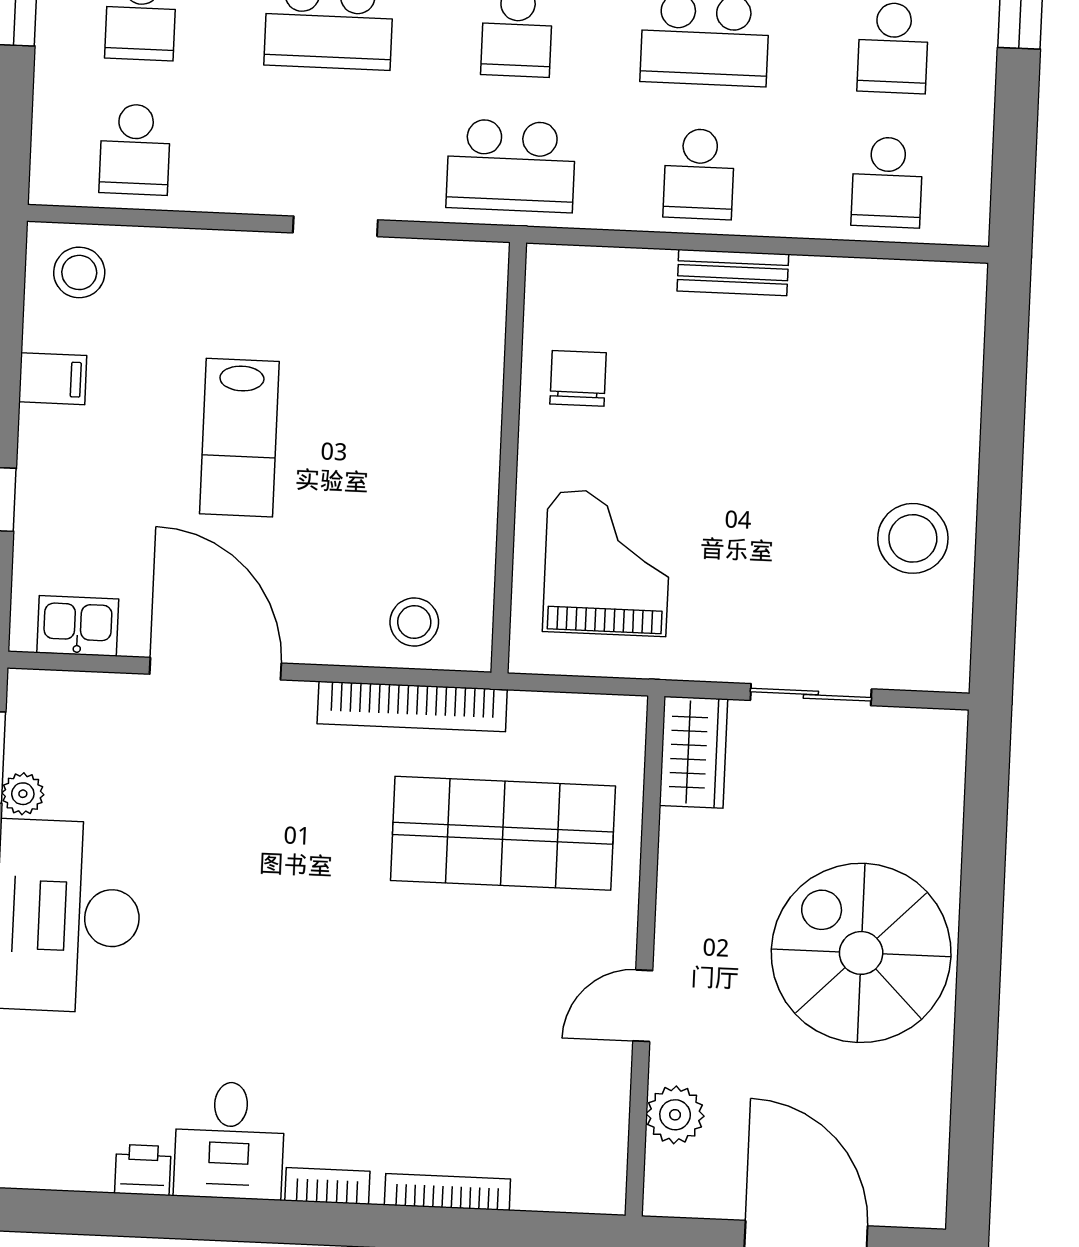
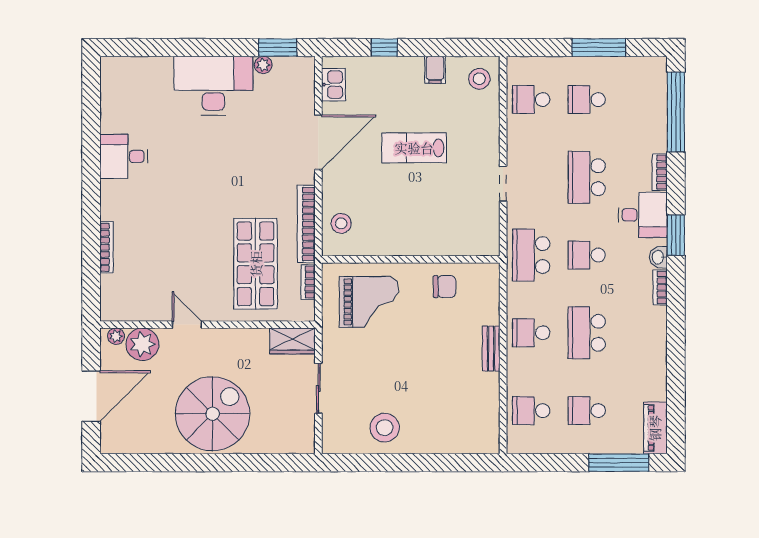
plant: (675, 1115) -> (142, 344), width x1.36, depth x1.36
printer: (143, 1170) -> (110, 121), removed
plant: (663, 1178) -> (116, 336), added
bookcase: (327, 1186) -> (308, 282), moved, turned 180

